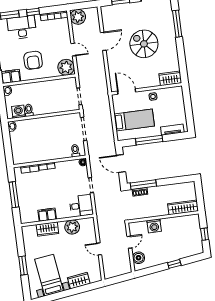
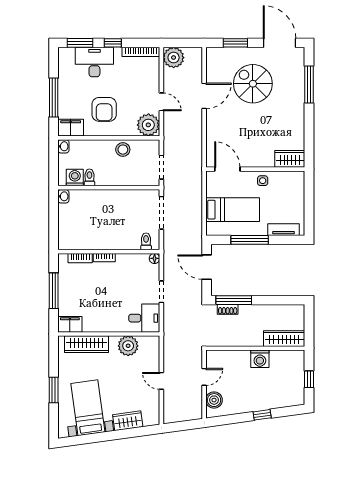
spiral stairs: (144, 44) -> (253, 84), moved
stool: (50, 87) -> (123, 150), added
filing cabinet: (47, 215) -> (70, 324), moved
washing machine: (154, 226) -> (260, 359), moved
wardrobe: (47, 229) -> (86, 344), width x1.50

